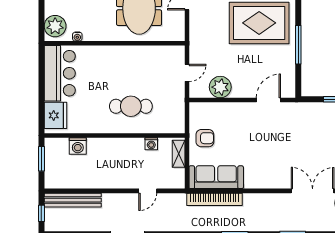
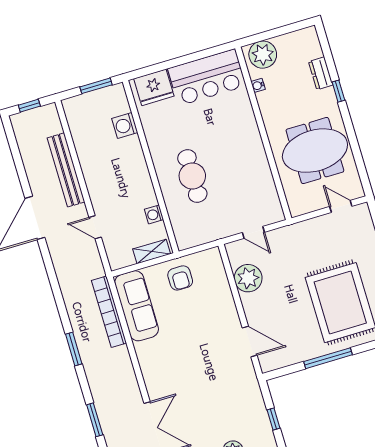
bench: (73, 200) -> (66, 170), moved

